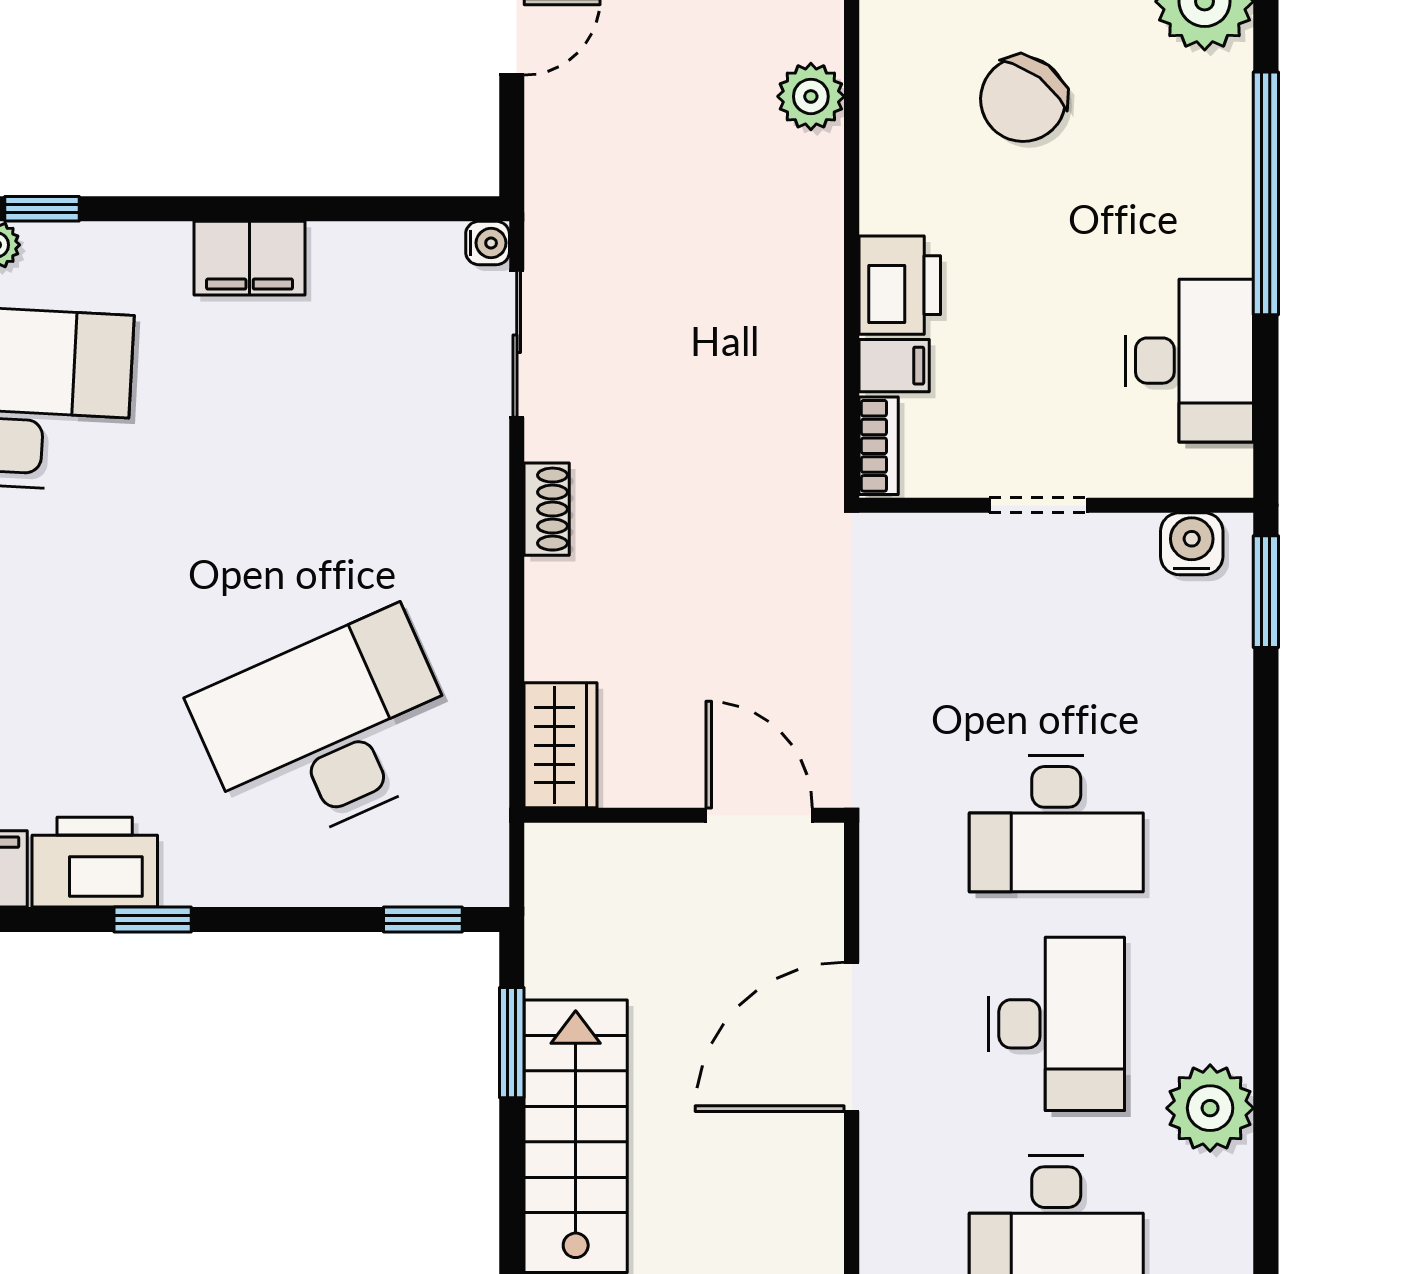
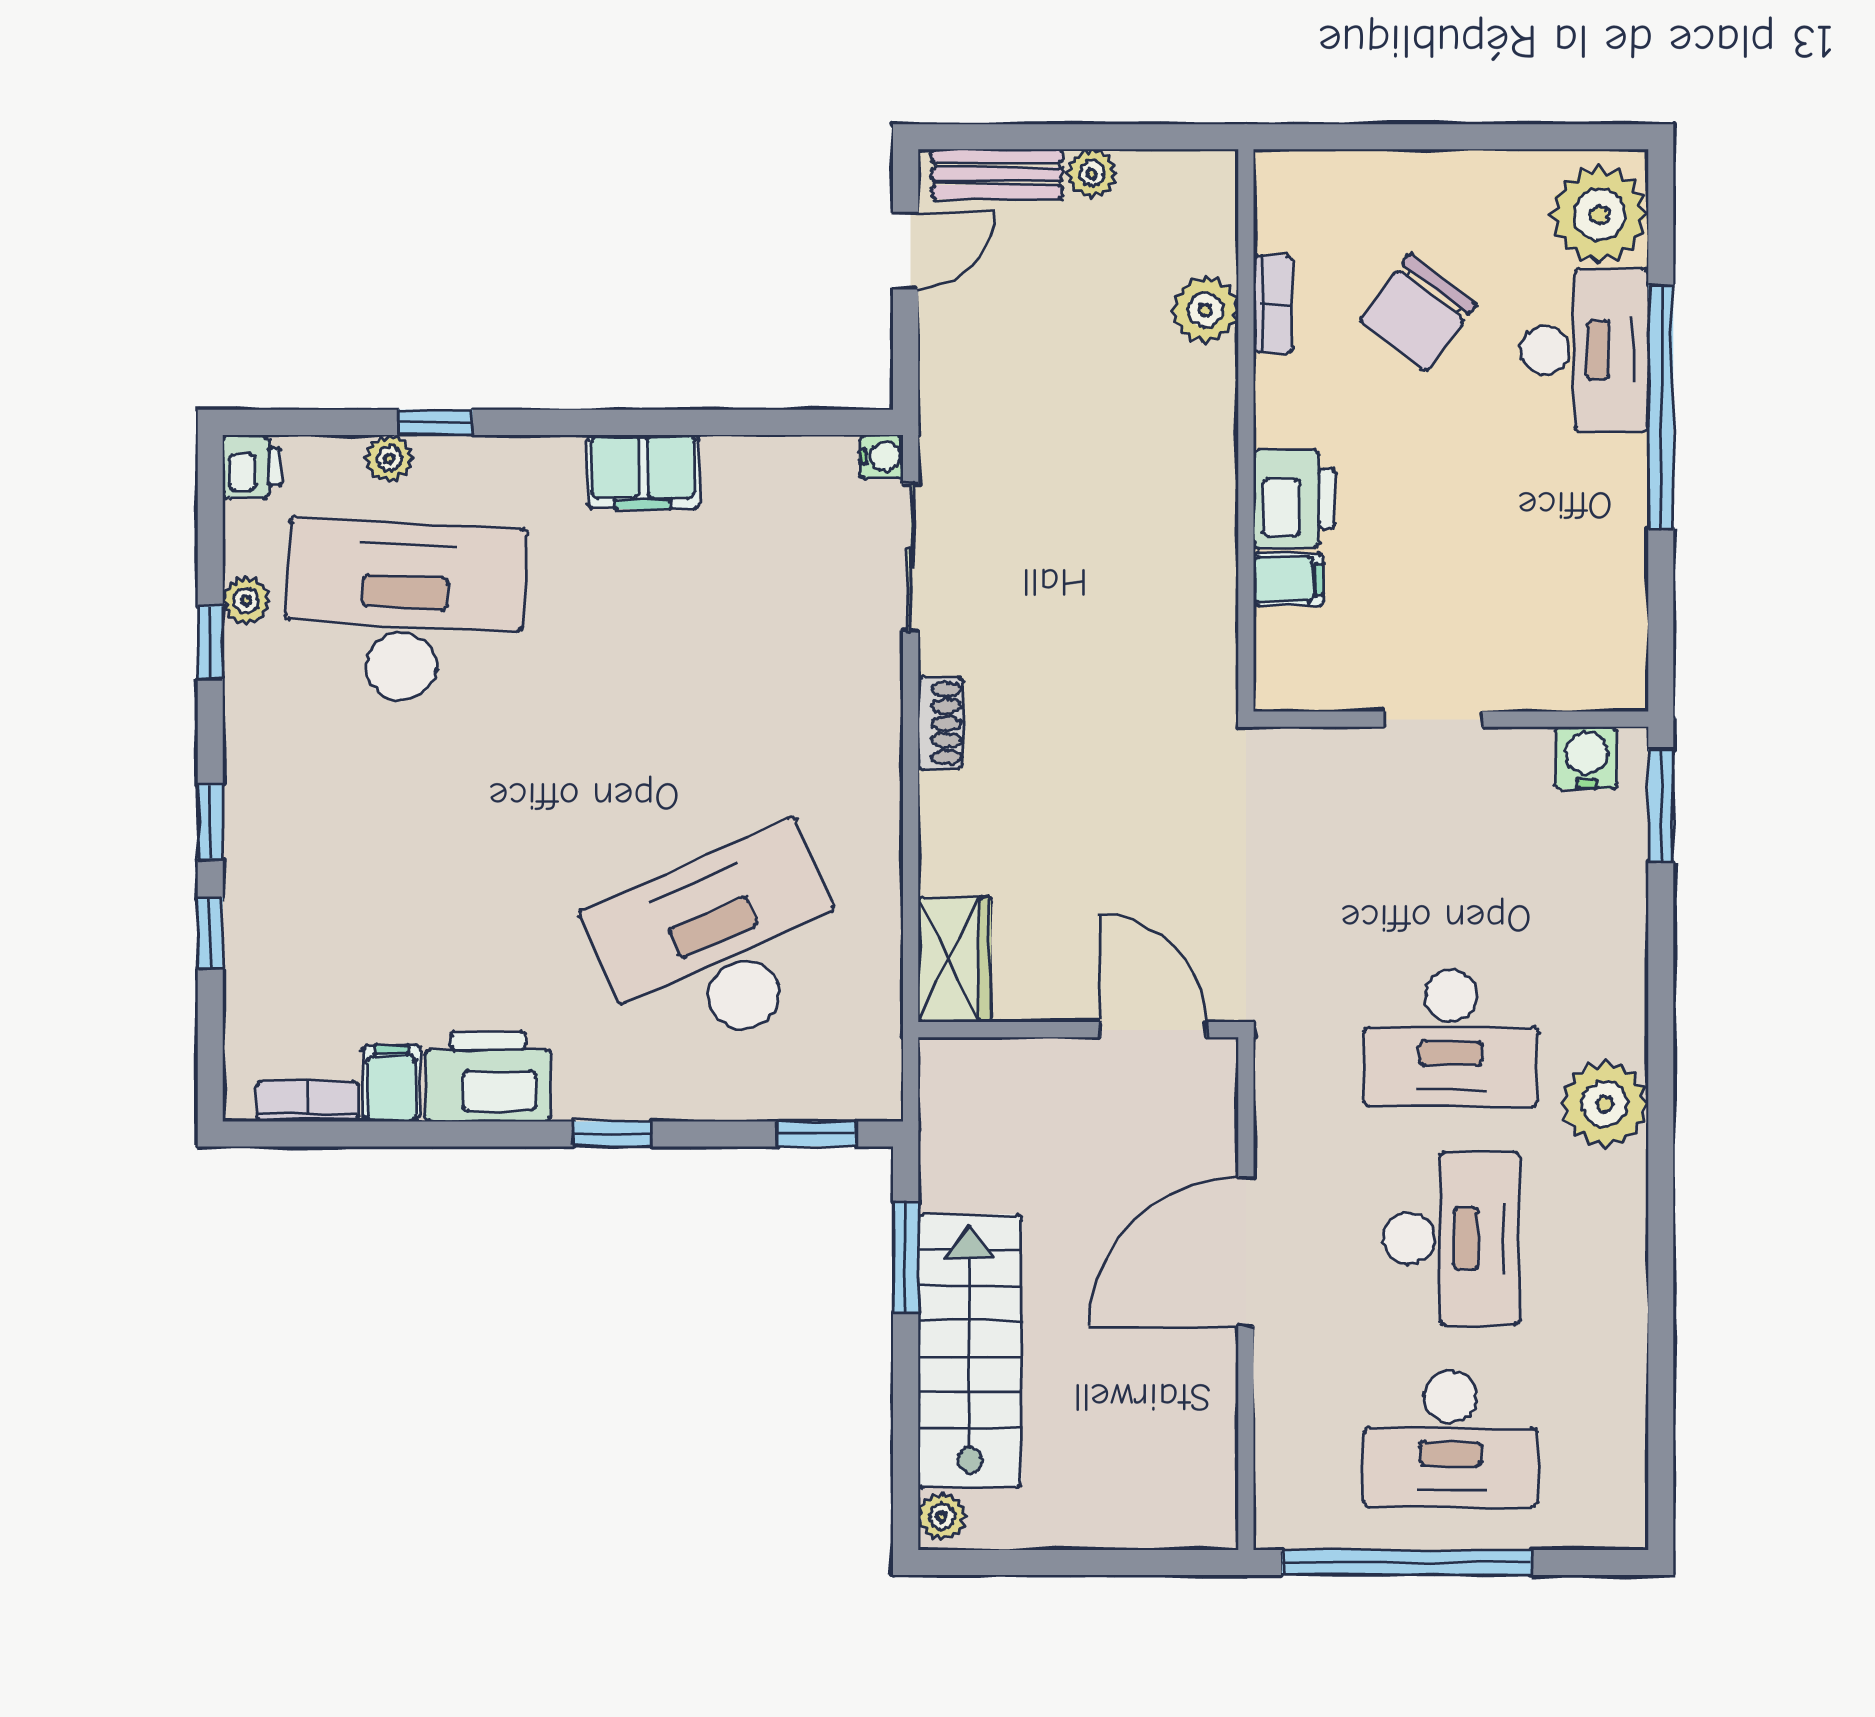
desk: (1189, 361) -> (1584, 350), moved
bookcase: (879, 446) -> (1273, 304), moved
window: (153, 919) -> (613, 1134), moved
plant: (1210, 1108) -> (1605, 1104), moved

